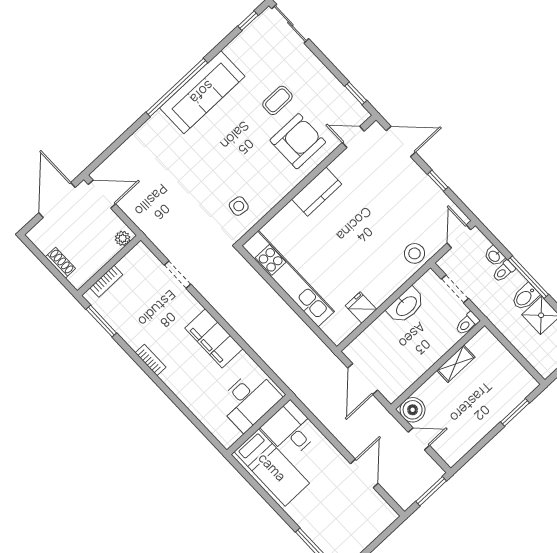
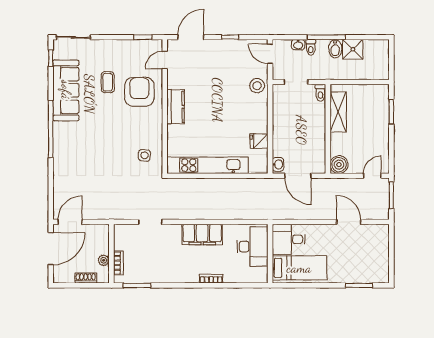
sofa: (202, 92) -> (66, 90), moved
door: (57, 200) -> (51, 249), swing flipped
plant: (123, 238) -> (104, 260), moved
washbasin: (406, 306) -> (278, 164), moved, width x0.52, depth x0.69
bookcase: (151, 360) -> (211, 279), moved
shelving: (456, 364) -> (338, 112), width x1.50, depth x1.33
door: (419, 439) -> (372, 176), moved

